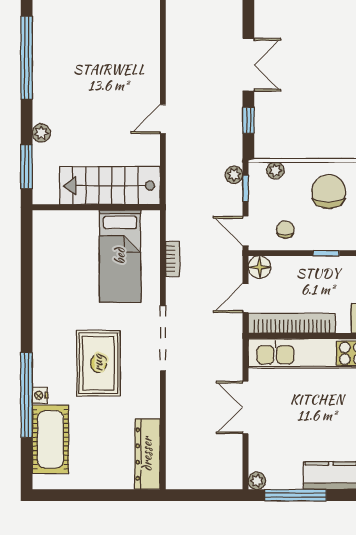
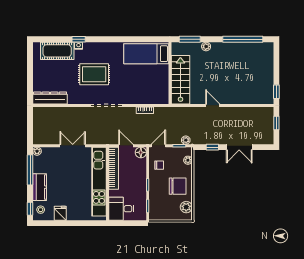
bed: (120, 256) -> (146, 54), moved
window: (27, 395) -> (79, 39), width x0.32

